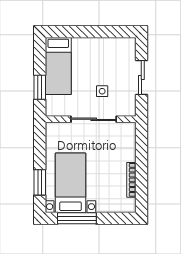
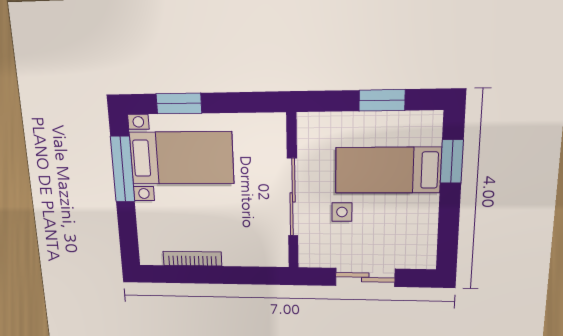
window: (73, 32) -> (452, 162), added
bed: (58, 66) -> (388, 170), moved
window: (40, 87) -> (382, 100), moved

